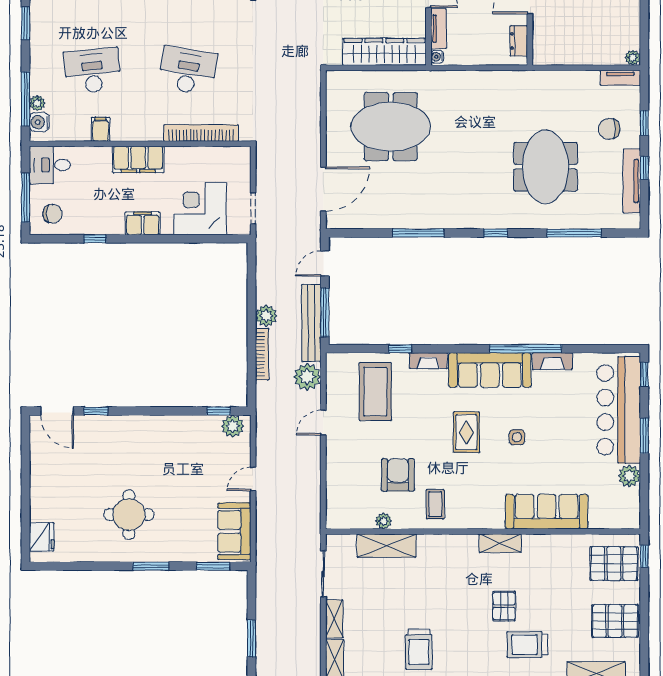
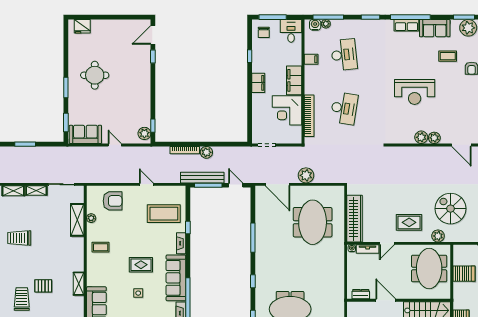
corner desk: (200, 209) -> (287, 110), moved, turned 180
plant: (307, 377) -> (306, 175), moved
armchair: (398, 475) -> (113, 201), moved

